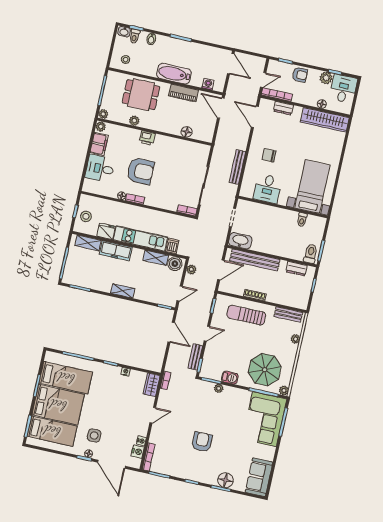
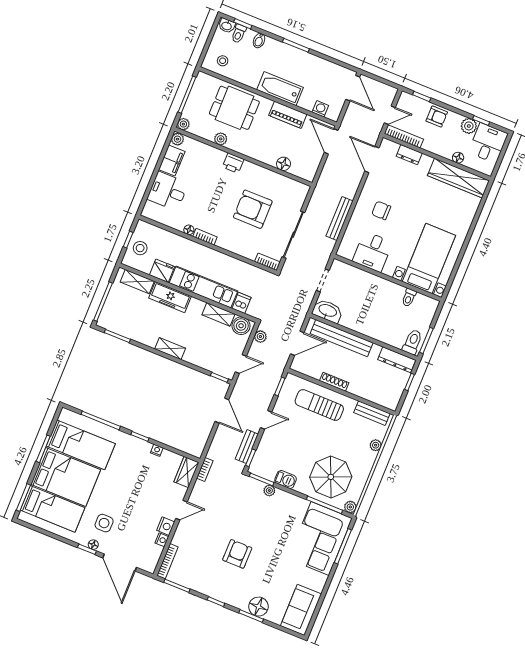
armchair: (140, 171) -> (253, 209), moved, turned 180
dresser: (297, 269) -> (397, 360), width x1.44
nightstand: (138, 452) -> (166, 526), moved

